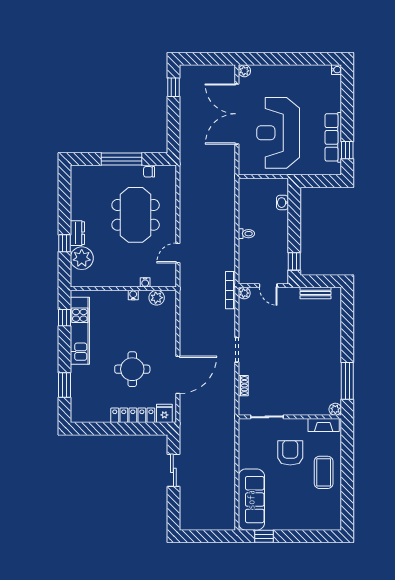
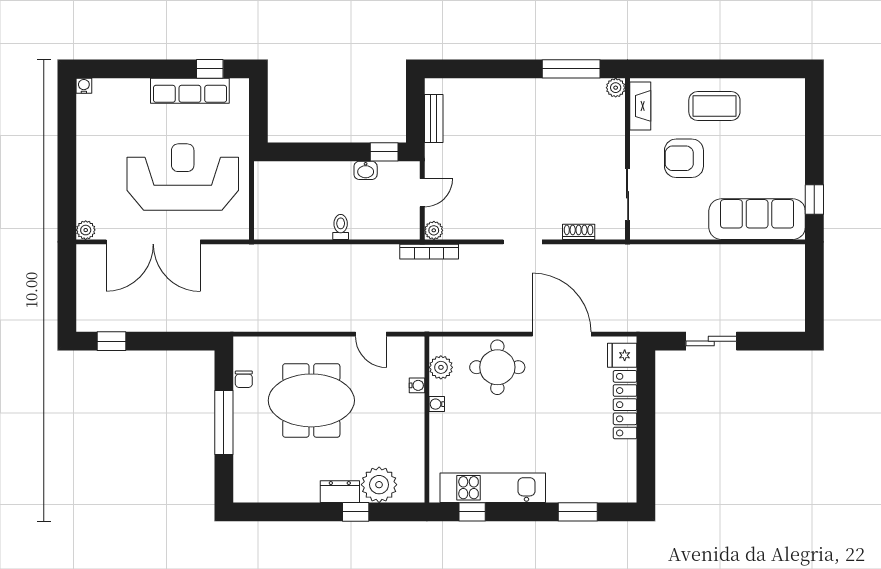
reception desk: (278, 133) -> (183, 177), turned 180
washbasin: (282, 203) -> (366, 170), moved
round table: (132, 369) -> (497, 367), moved

